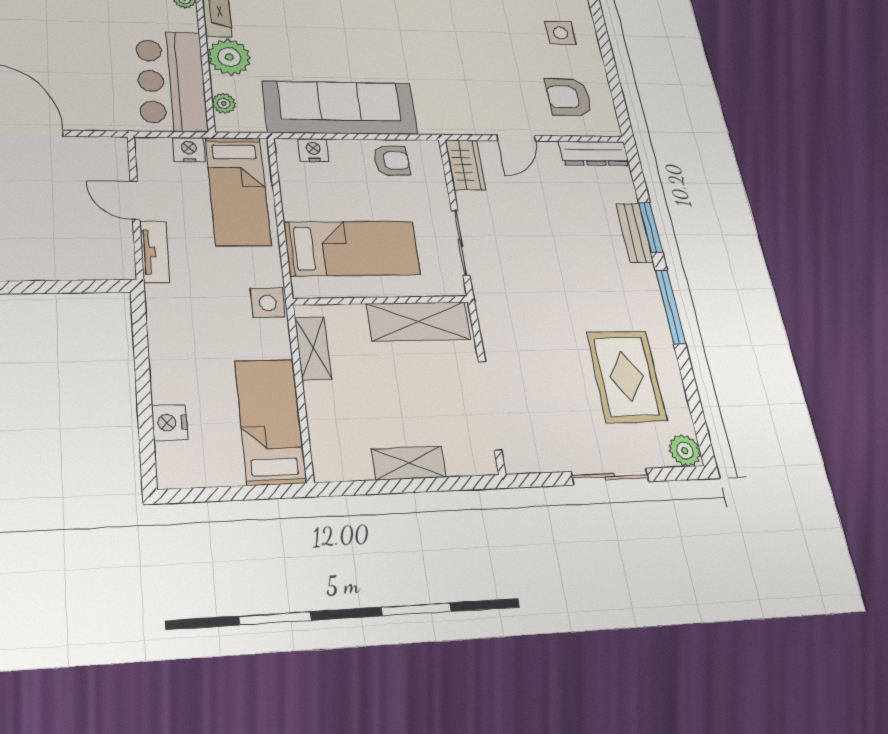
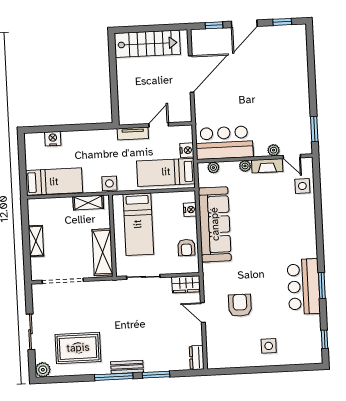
plant: (229, 57) -> (245, 166), width x0.53, depth x0.53
armchair: (569, 97) -> (240, 305), moved
dresser: (594, 153) -> (197, 358), width x0.70
bench: (635, 233) -> (127, 367), moved

